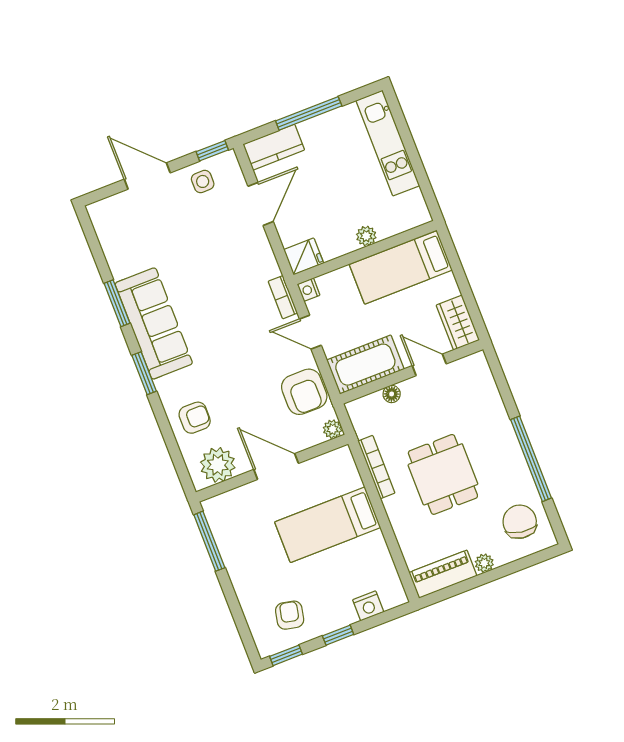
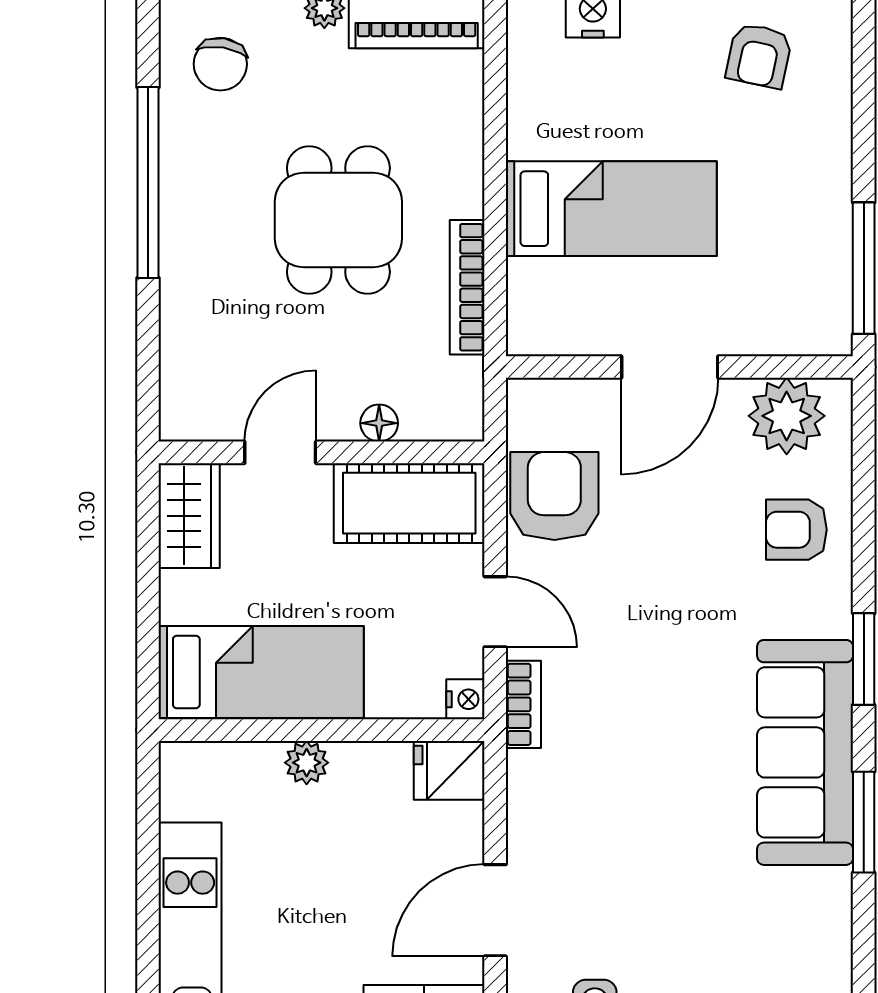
door: (429, 365) -> (280, 452), swing flipped
plant: (333, 429) -> (526, 398), removed
door: (276, 466) -> (670, 367), hinge flipped
chair: (520, 522) -> (220, 64), width x0.73, depth x0.73

